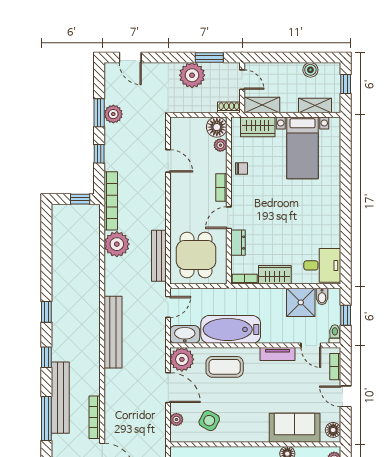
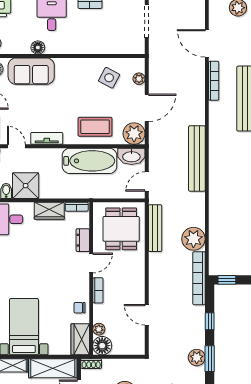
shelving: (262, 105) -> (53, 368), width x1.50, depth x1.33
wardrobe: (258, 127) -> (80, 339), moved, turned -90
door: (168, 388) -> (147, 108), swing flipped

